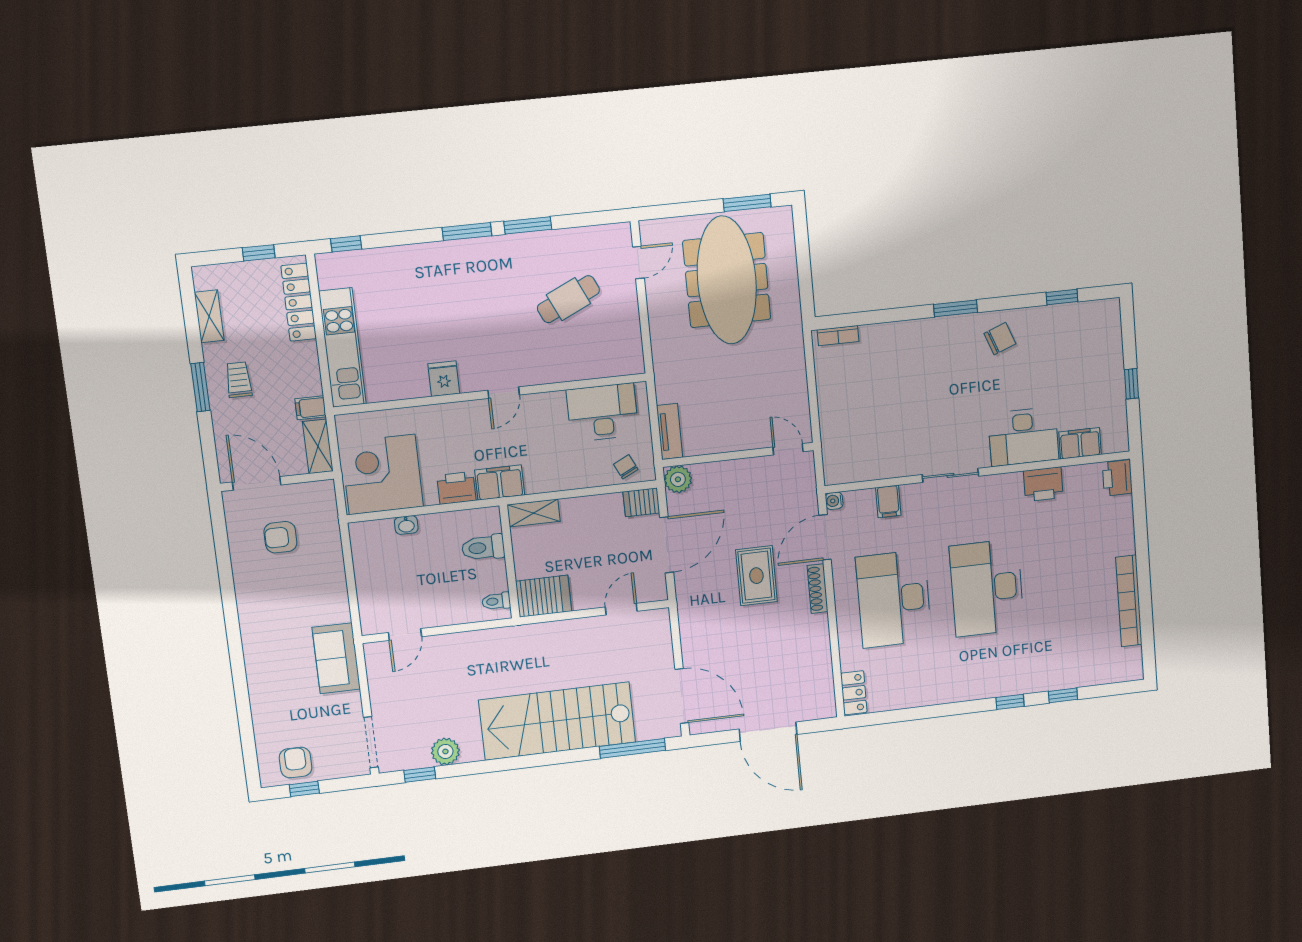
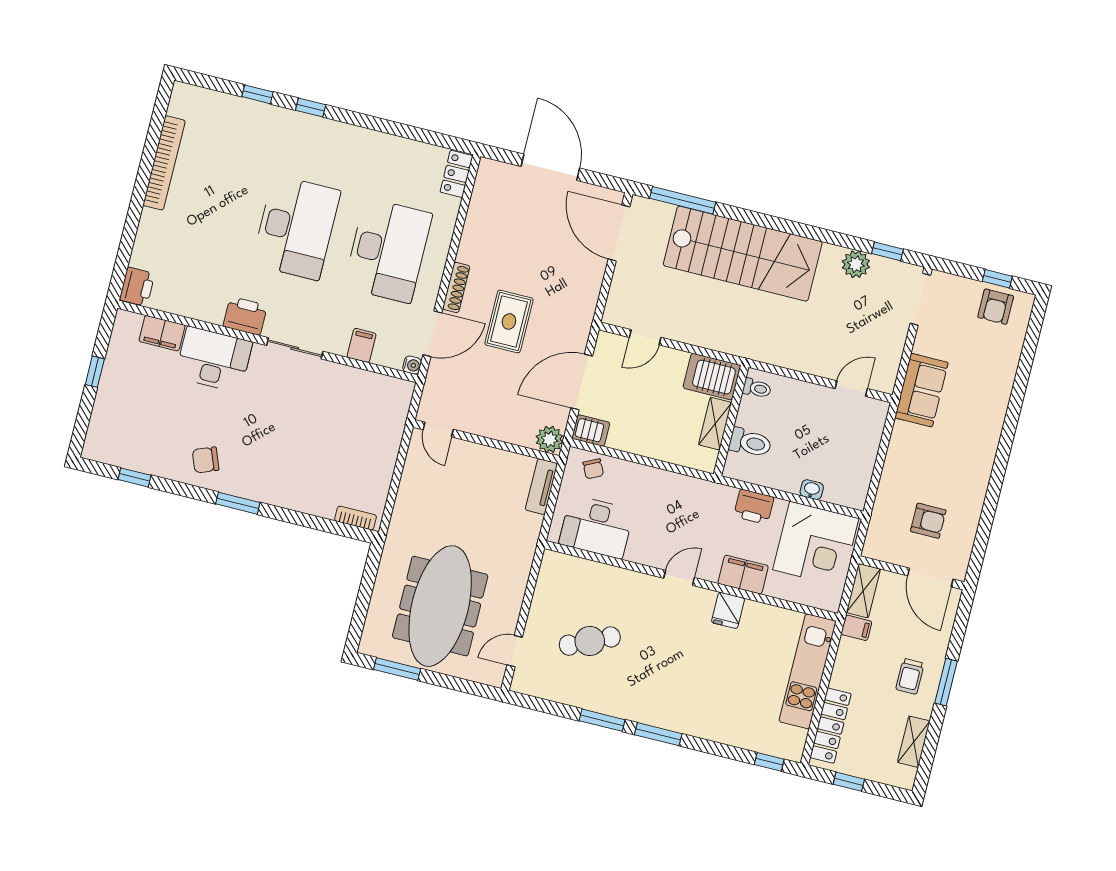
filing cabinet: (500, 483) -> (743, 575), moved, turned 180
printer: (1043, 484) -> (245, 316), moved
shelving: (534, 513) -> (715, 424), moved, turned 90

